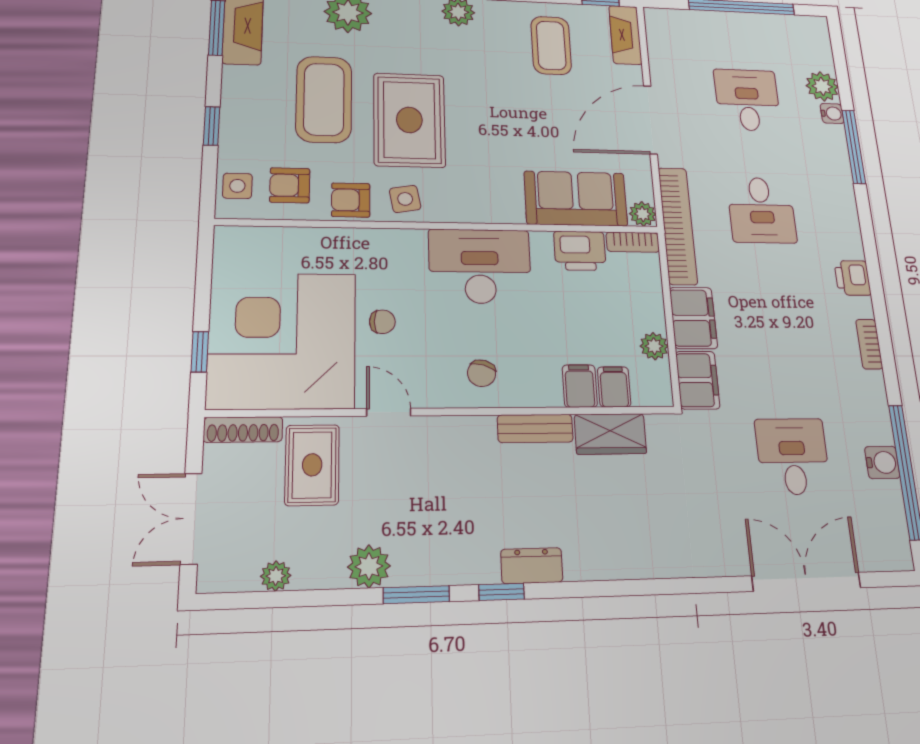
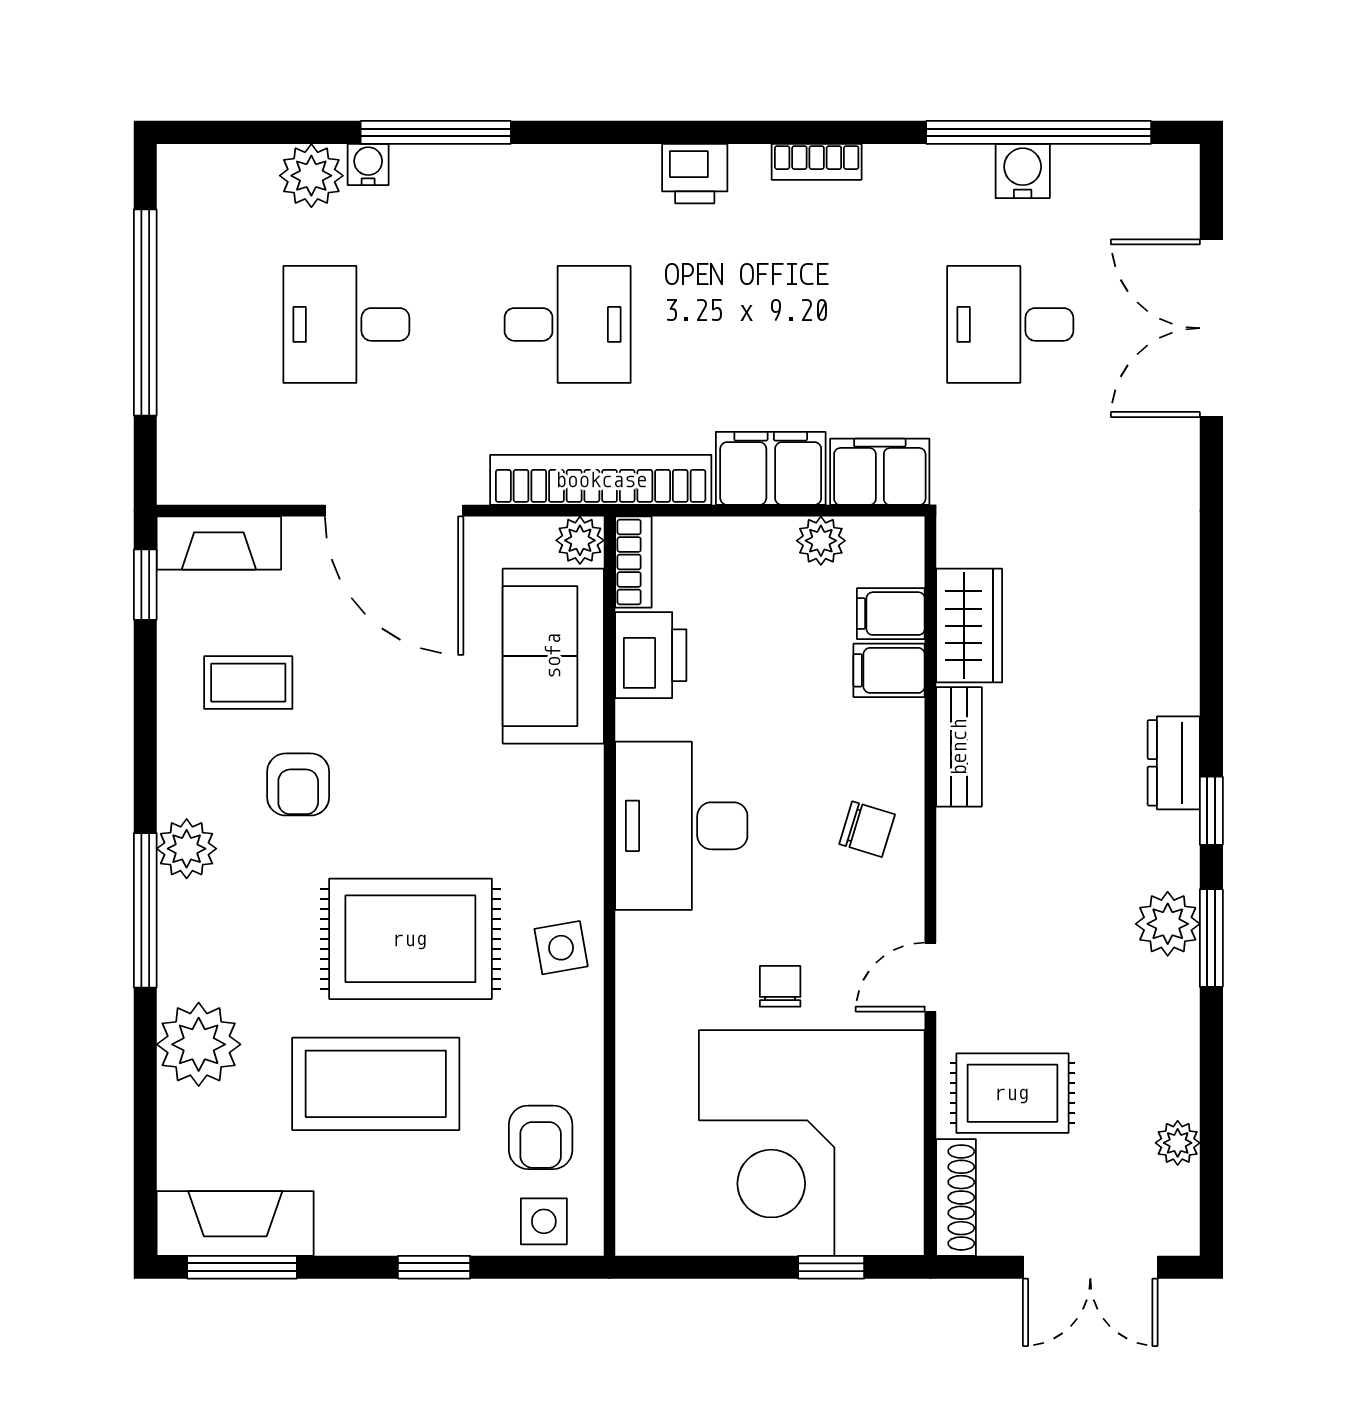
coffee table: (551, 45) -> (248, 683), width x0.73, depth x0.77
armchair: (351, 200) -> (298, 784), moved
plant: (369, 566) -> (1168, 924), moved

